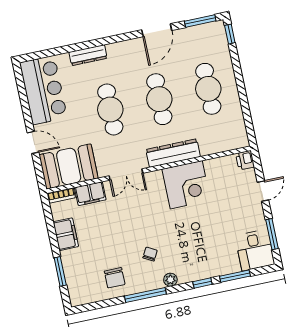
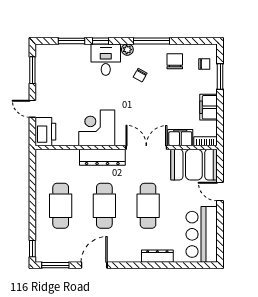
printer: (245, 160) -> (45, 132), width x1.87, depth x1.48
double door: (126, 174) -> (146, 147), width x1.37
door: (263, 191) -> (32, 109), hinge flipped
desk: (255, 250) -> (106, 60), moved
chair: (81, 282) -> (204, 64), added

